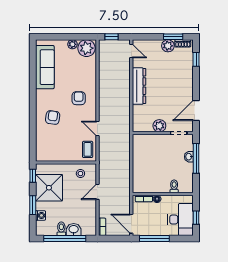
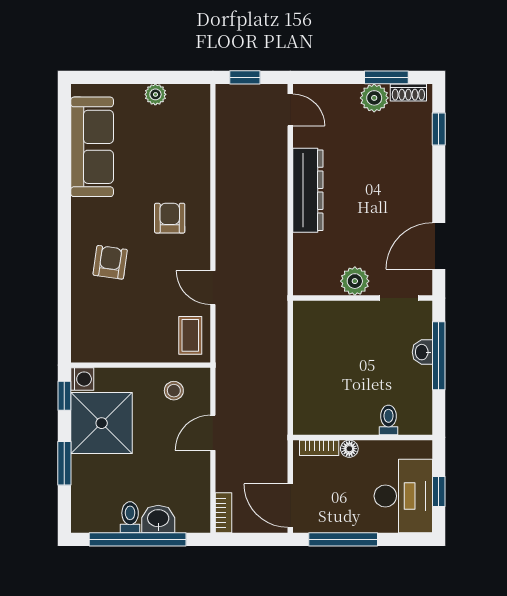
plant: (86, 48) -> (188, 103), removed
washing machine: (40, 215) -> (82, 379), moved

